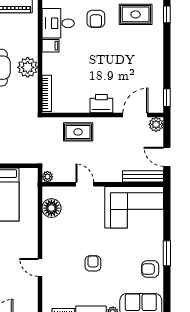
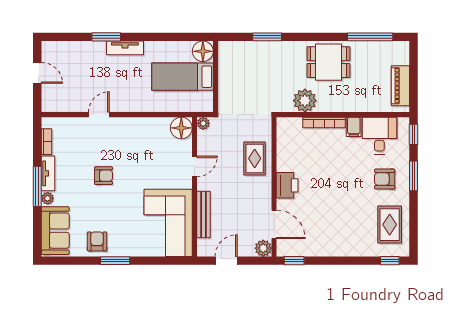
plant: (28, 67) -> (305, 101), moved
bookcase: (47, 93) -> (324, 122), moved
bench: (143, 176) -> (204, 215), moved
floor lamp: (51, 208) -> (181, 128), moved

